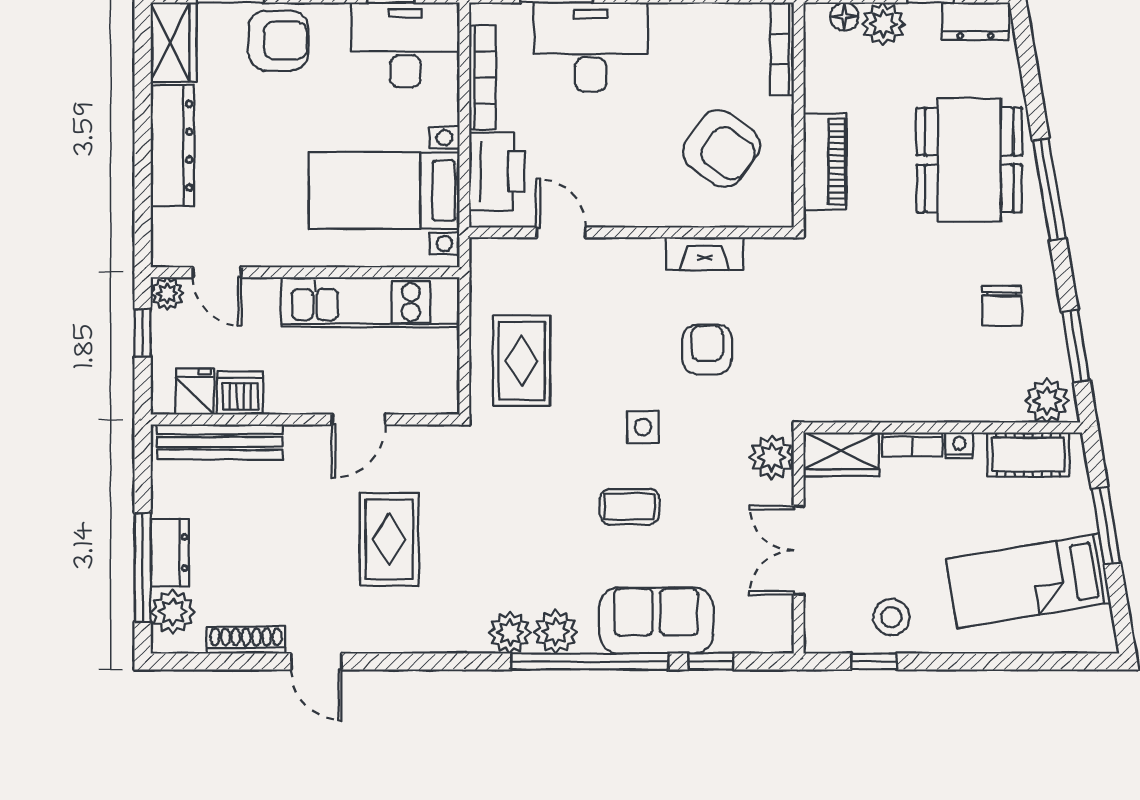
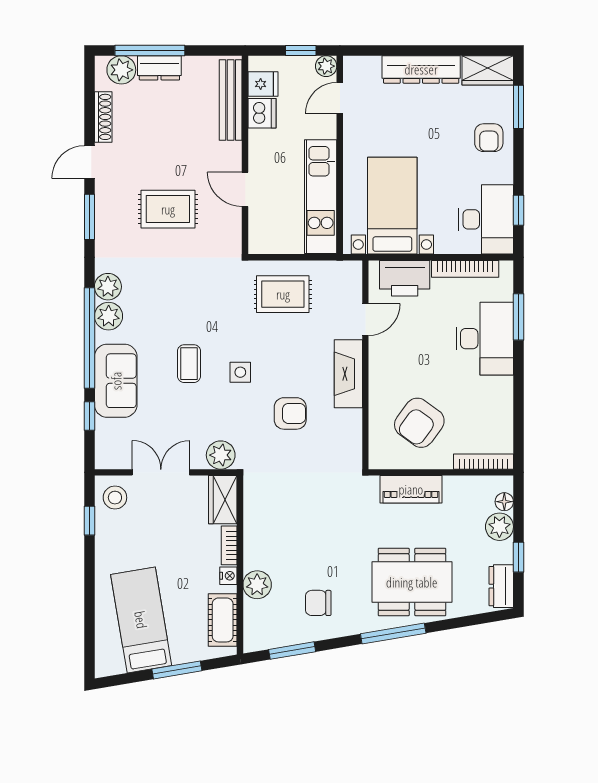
armchair: (278, 40) -> (489, 138), width x0.72, depth x0.72
fireplace: (705, 254) -> (348, 374), moved, width x1.37, depth x1.32
plant: (1047, 401) -> (257, 585), moved
stool: (891, 617) -> (115, 498), moved
window: (401, 662) -> (89, 217), added

